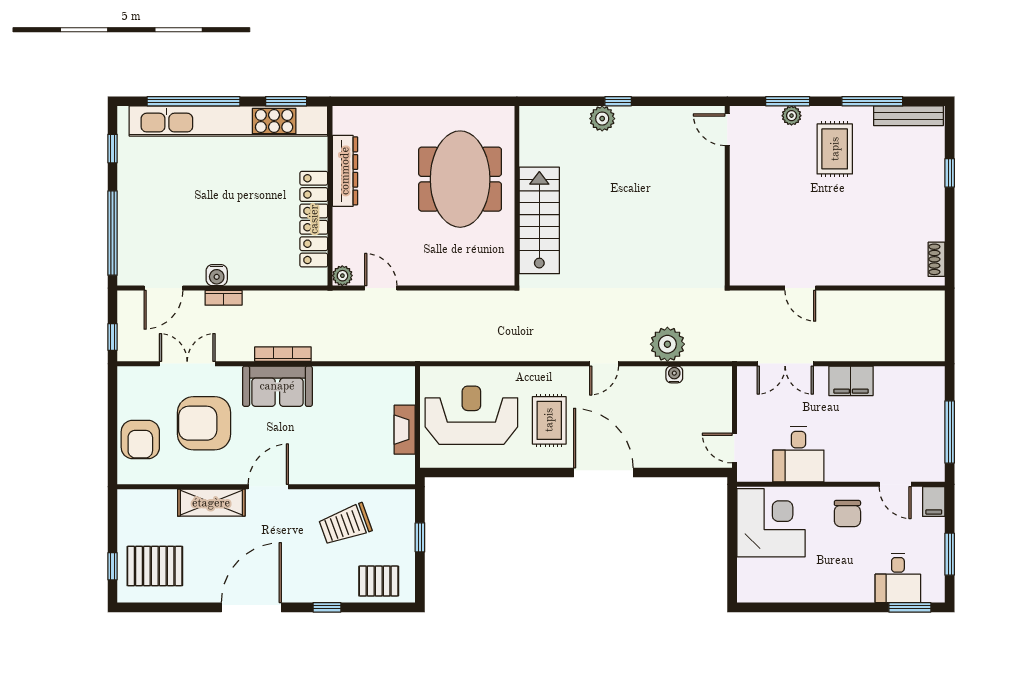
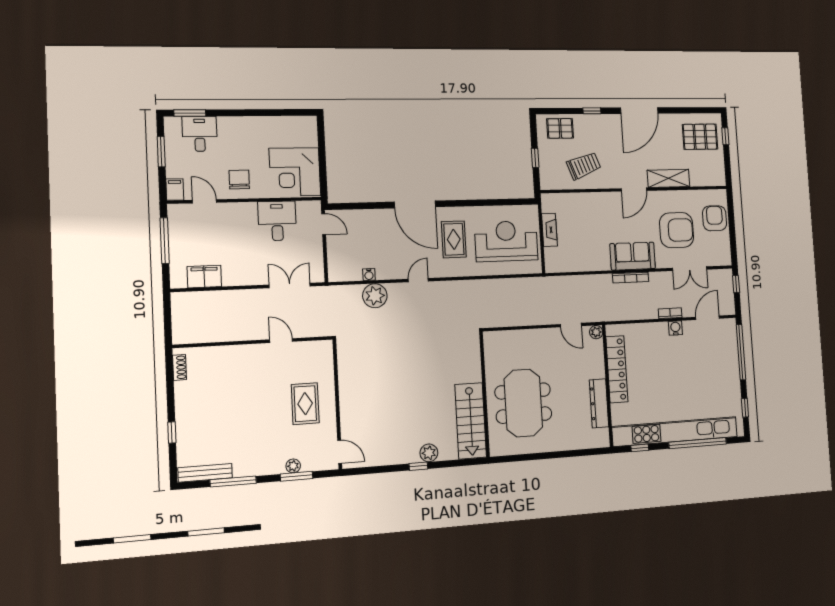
window: (286, 101) -> (640, 448), width x0.67
rug: (835, 149) -> (305, 404), moved
stairs: (539, 220) -> (471, 421), moved
filing cabinet: (851, 381) -> (204, 277), moved
reception desk: (471, 415) -> (506, 241), turned 180

